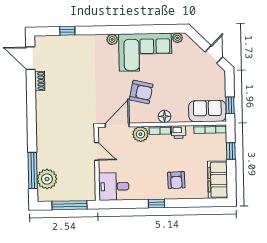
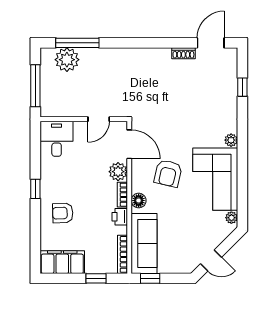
sofa: (207, 111) -> (144, 244), width x1.36

